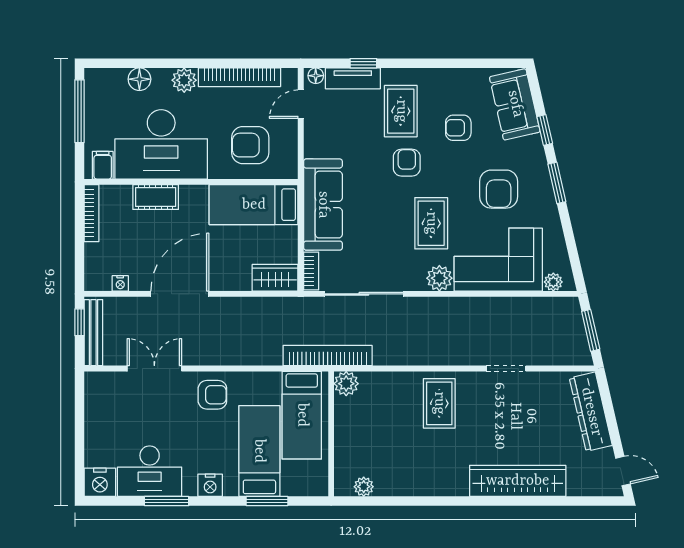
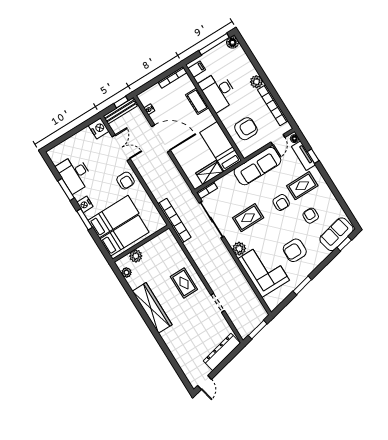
floor lamp: (139, 79) -> (233, 42), moved
door: (301, 104) -> (278, 140), swing flipped
window: (545, 130) -> (344, 244), moved
desk: (161, 144) -> (218, 91), width x0.73, depth x0.77
armchair: (250, 145) -> (246, 129), turned 90
armchair: (407, 163) -> (281, 203), turned 90
window: (557, 183) -> (302, 285), moved
sofa: (323, 205) -> (257, 166), moved
rug: (431, 223) -> (248, 218), moved
wardrobe: (275, 278) -> (209, 173), moved, turned -90
plant: (553, 282) -> (269, 300), removed
plant: (346, 384) -> (136, 256), moved
rug: (439, 403) -> (184, 283), turned 90
bed: (302, 415) -> (124, 236), moved, turned 180
wardrobe: (518, 481) -> (152, 308), moved
nightstand: (100, 482) -> (99, 128), moved, turned 180
window: (267, 501) -> (85, 219), moved

